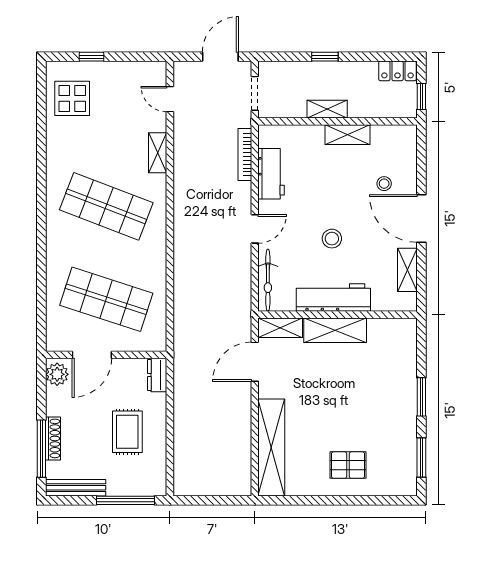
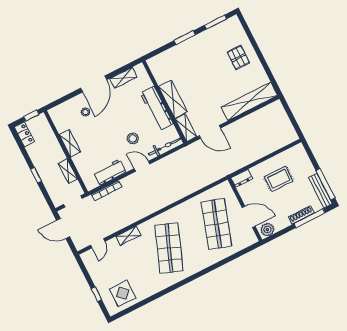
shelving: (327, 109) -> (68, 171), moved
stool: (332, 239) -> (133, 139), moved
window: (125, 500) -> (325, 184), moved

